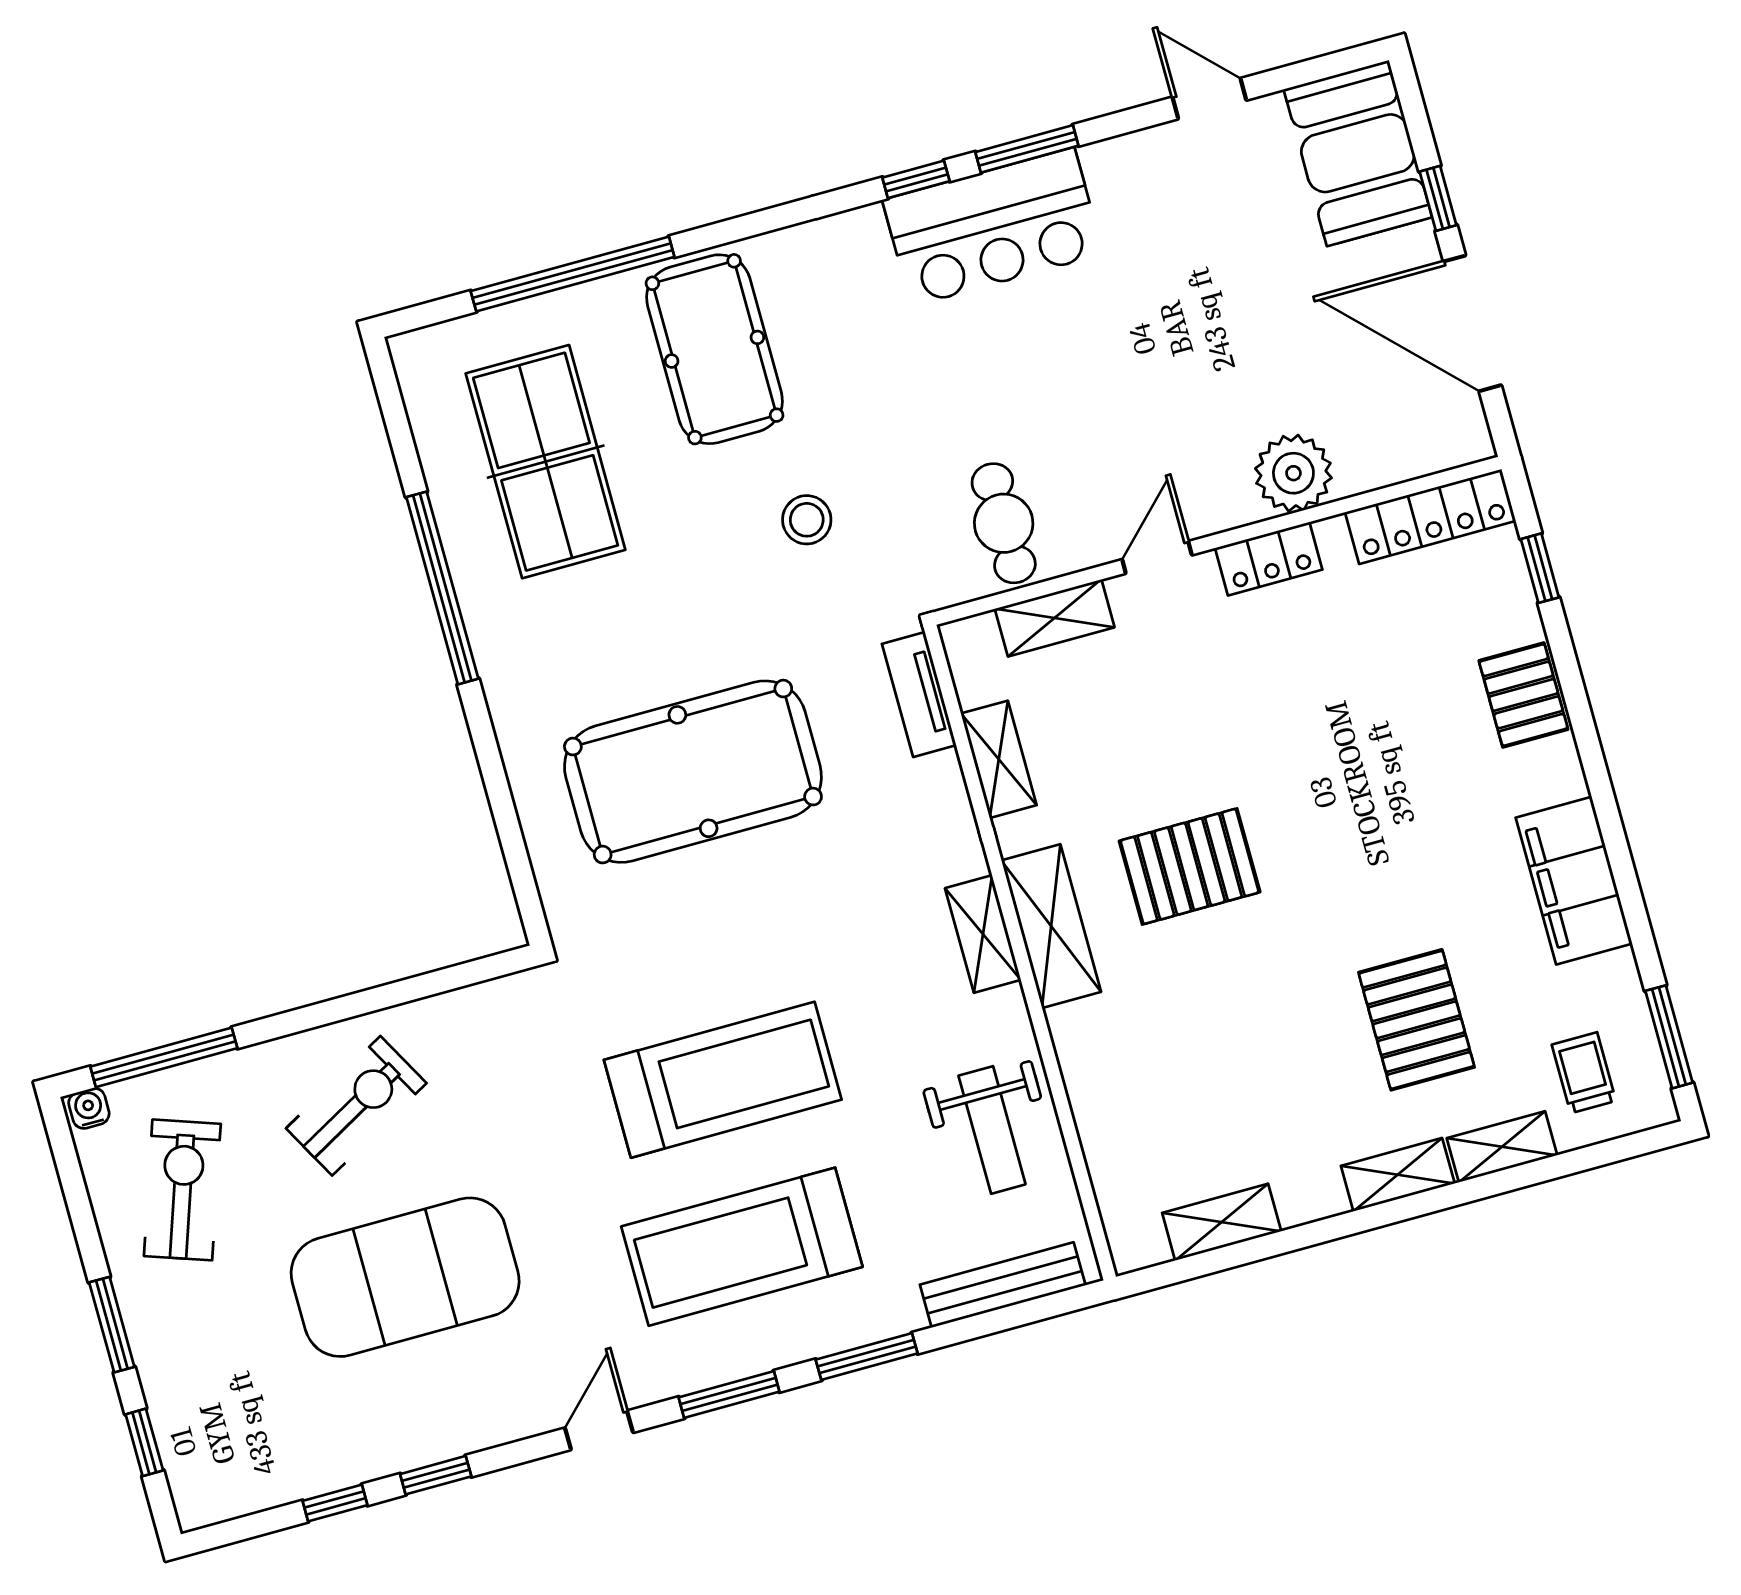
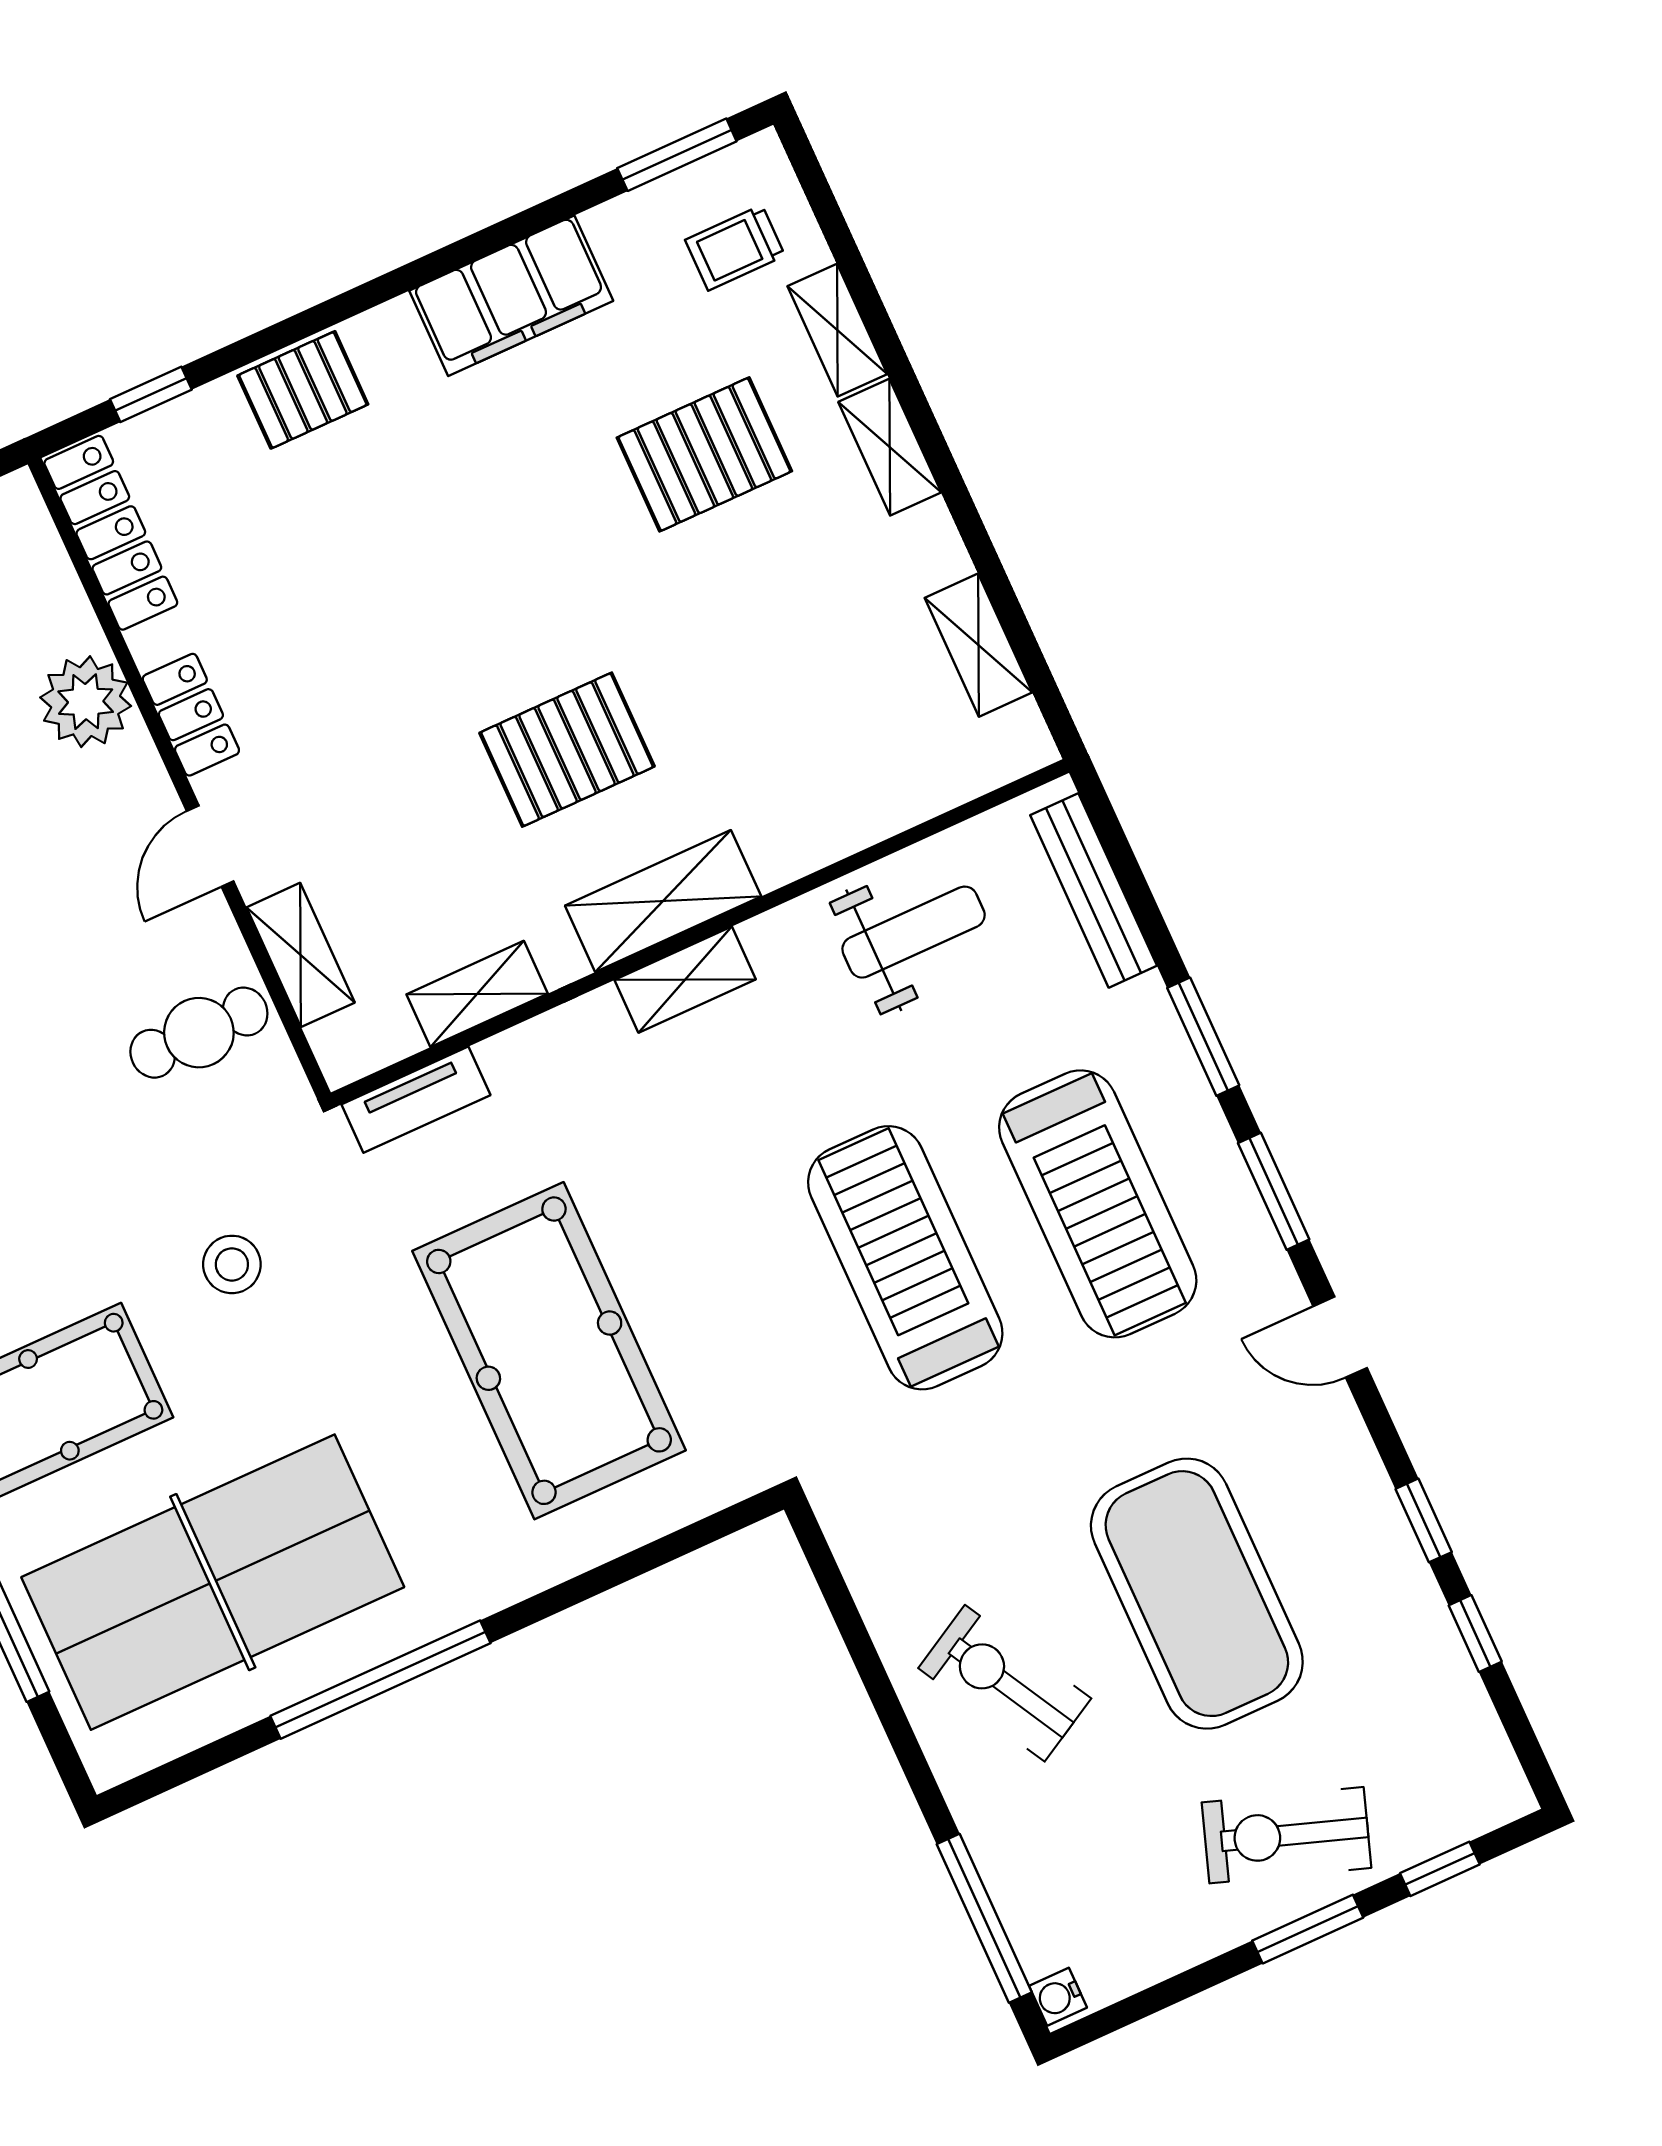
table tennis table: (546, 462) -> (213, 1582), width x1.36, depth x1.32
door: (1157, 557) -> (210, 846), hinge flipped
pallet: (1190, 866) -> (567, 750), turned 90
exercise bike: (182, 1190) -> (1286, 1835), moved

